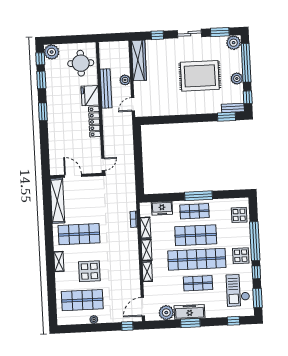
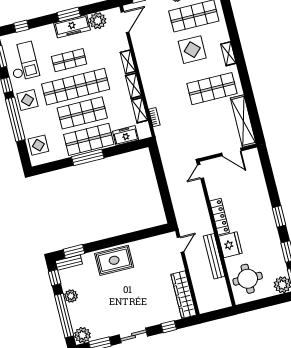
rug: (200, 76) -> (114, 260), moved, width x0.73, depth x0.69
plant: (125, 80) -> (195, 270), removed
shop shelf: (194, 211) -> (89, 139), width x1.43, depth x1.36

